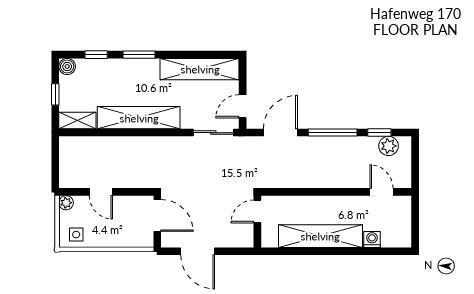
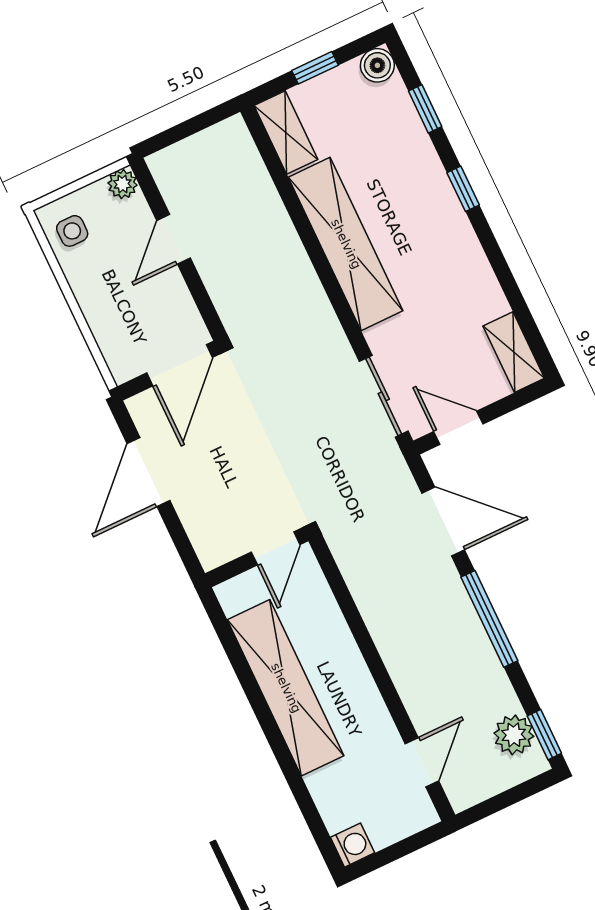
window: (139, 55) -> (463, 189), width x0.67
shelving: (200, 69) -> (514, 352), width x0.45, depth x0.75
window: (379, 133) -> (544, 735), moved
door: (257, 212) -> (276, 548), swing flipped
washing machine: (372, 239) -> (353, 845), moved

